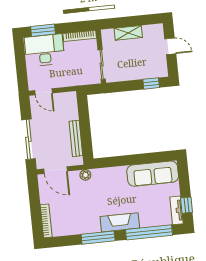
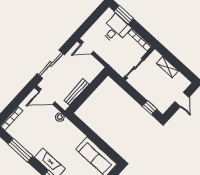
desk: (45, 50) -> (116, 29), width x0.73
door: (44, 92) -> (87, 48), hinge flipped
door: (56, 170) -> (47, 97), hinge flipped
window: (98, 238) -> (20, 150), moved

